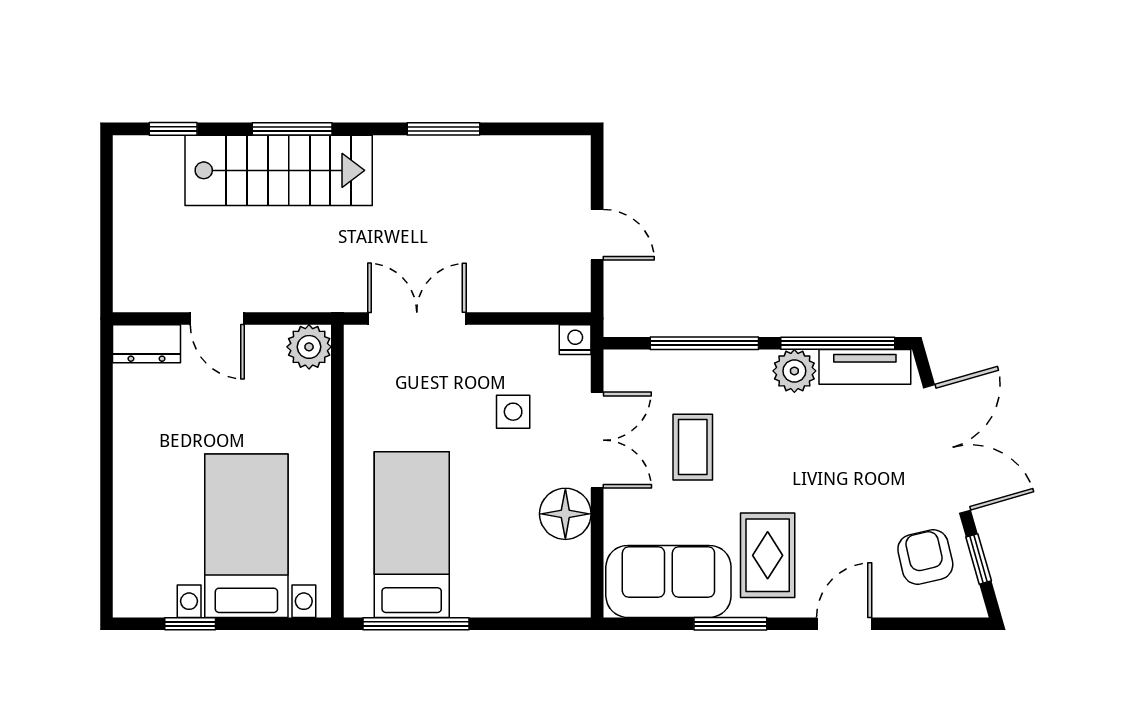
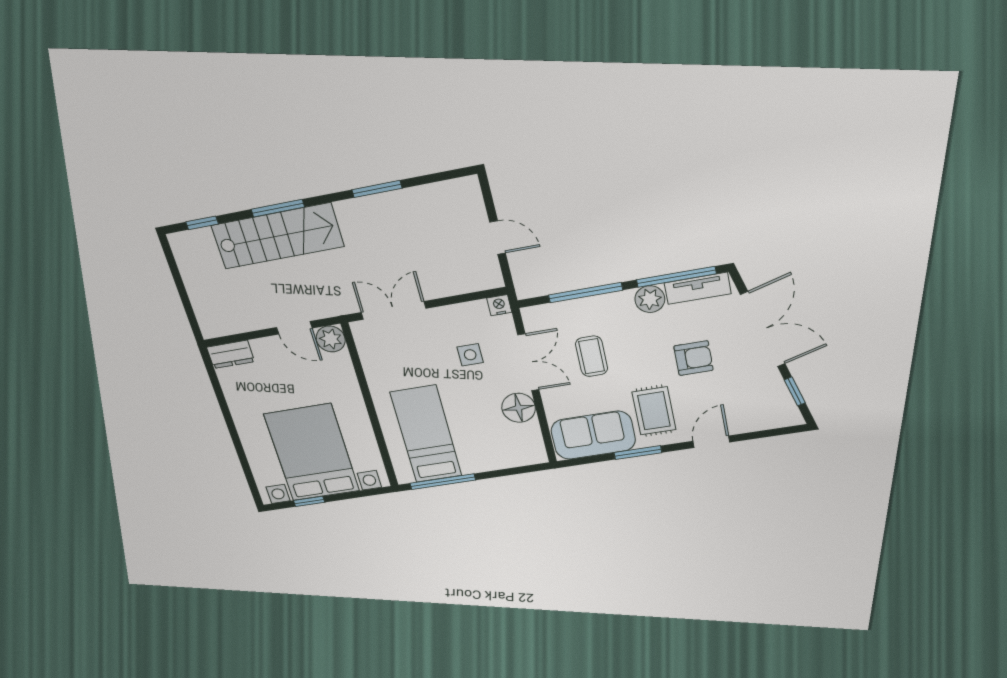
door: (217, 319) -> (294, 328), moved
bed with nightstands: (246, 536) -> (312, 453), width x1.36
armchair: (925, 557) -> (694, 358), moved, turned 103

